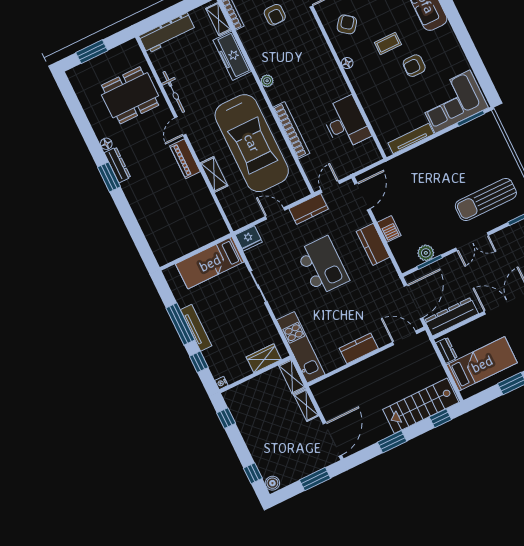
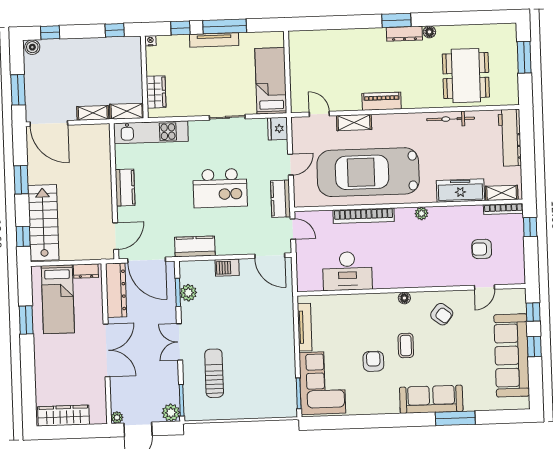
door: (180, 126) -> (319, 114), moved
sun lounger: (486, 199) -> (214, 373), width x0.73, depth x0.75
kitchen counter: (373, 244) -> (195, 246), moved

